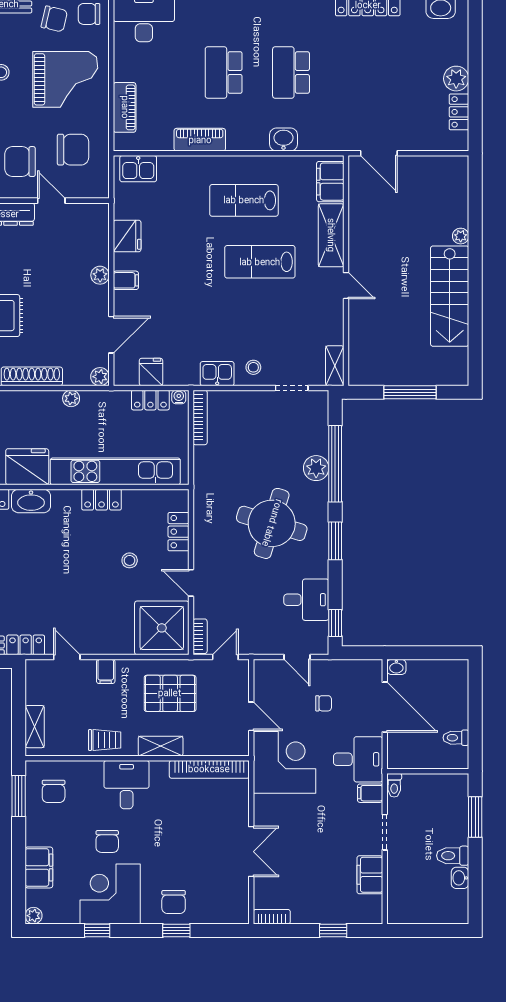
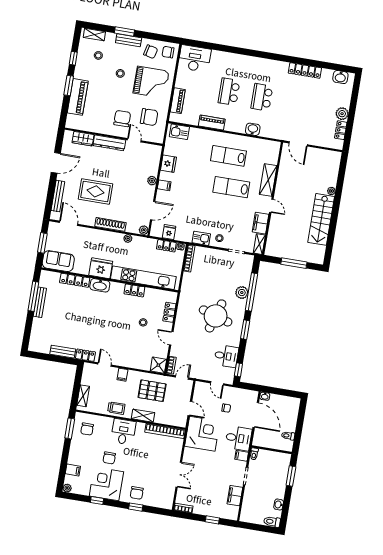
chair: (20, 162) -> (122, 119), turned 90
filing cabinet: (330, 182) -> (261, 223), moved
shower: (162, 628) -> (158, 365), width x0.54, depth x0.54
toilet: (453, 856) -> (272, 522), moved
filing cabinet: (39, 867) -> (73, 470), width x0.50

